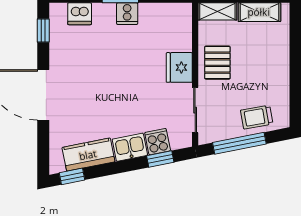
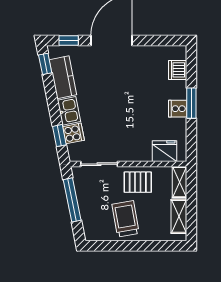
window: (43, 30) -> (69, 40), moved
fridge: (179, 67) -> (164, 151), moved
trolley: (257, 117) -> (126, 219), moved, width x1.36, depth x1.39

